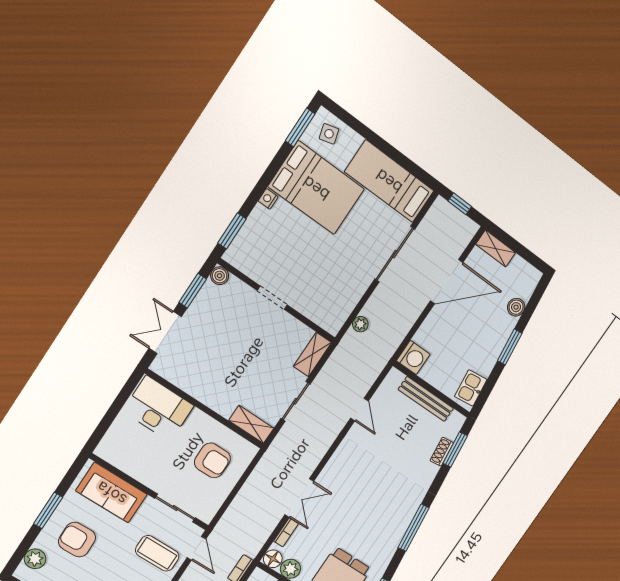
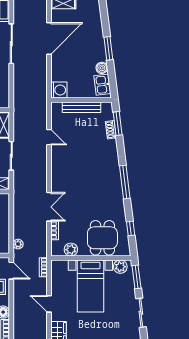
boiler: (516, 307) -> (102, 68), moved
plant: (360, 324) -> (18, 244), moved
floor lamp: (273, 559) -> (57, 250), removed

